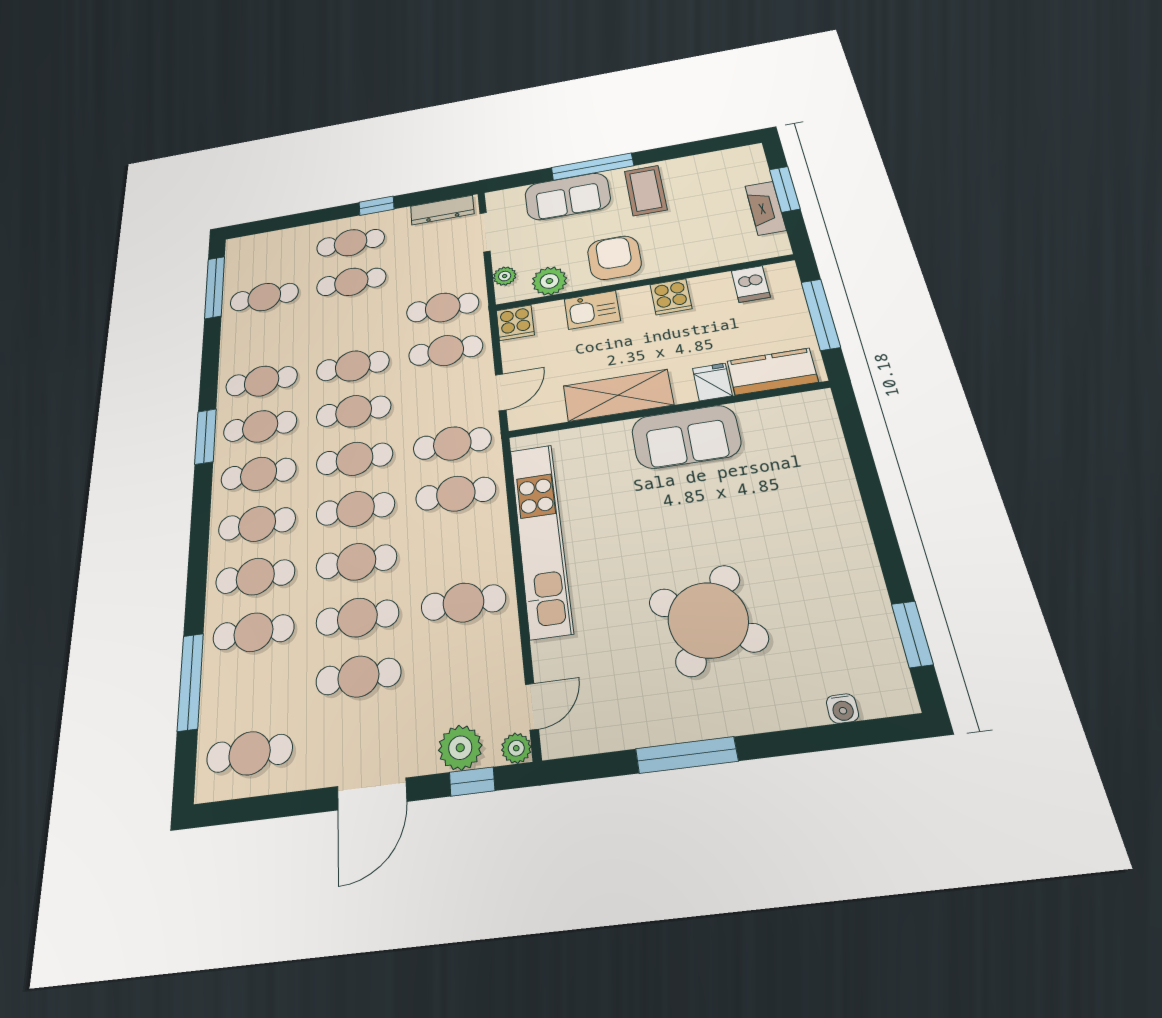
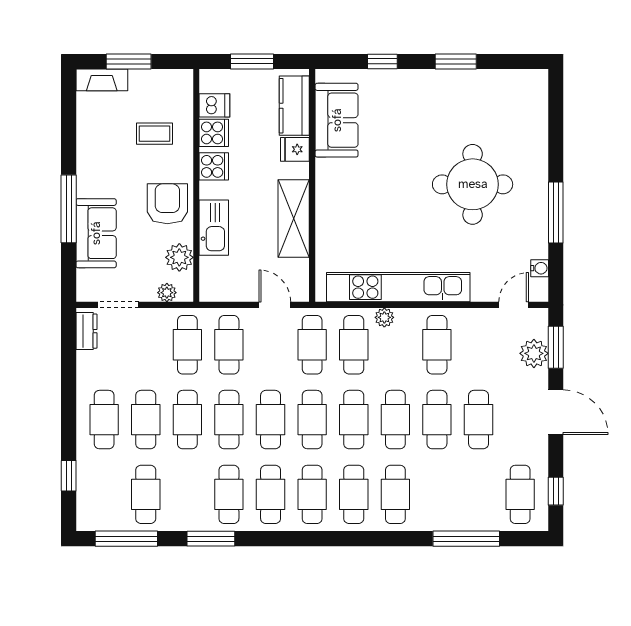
coffee table: (646, 190) -> (155, 134), moved, width x0.73, depth x0.77
window: (377, 206) -> (69, 476), moved
fireplace: (766, 208) -> (102, 80), moved
dresser: (442, 210) -> (86, 331), width x0.70
armchair: (614, 258) -> (167, 204), turned 90
kitchen sink: (592, 310) -> (214, 228), width x1.38
window: (821, 314) -> (252, 61), width x0.69
cooker: (515, 323) -> (214, 133), moved
window: (205, 436) -> (211, 539), moved
sofa: (686, 437) -> (337, 120), moved
window: (865, 469) -> (382, 61), added
round table: (708, 620) -> (473, 184), turned -31
cafe table: (253, 632) -> (187, 420), moved
window: (912, 634) -> (456, 61), moved
door: (532, 707) -> (514, 305), hinge flipped
water cooler: (842, 708) -> (540, 268), moved
plant: (516, 748) -> (384, 317), moved
window: (472, 782) -> (556, 347), width x1.50
window: (252, 809) -> (556, 491), added

